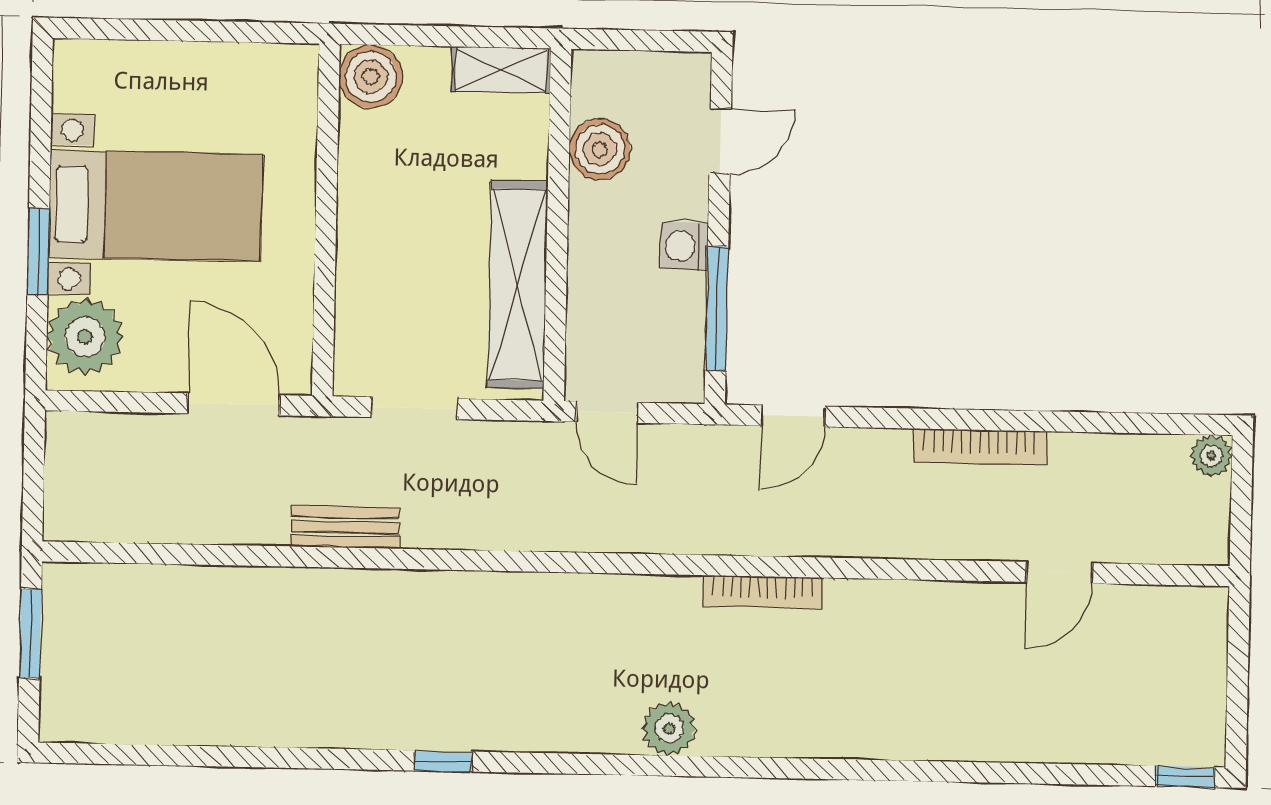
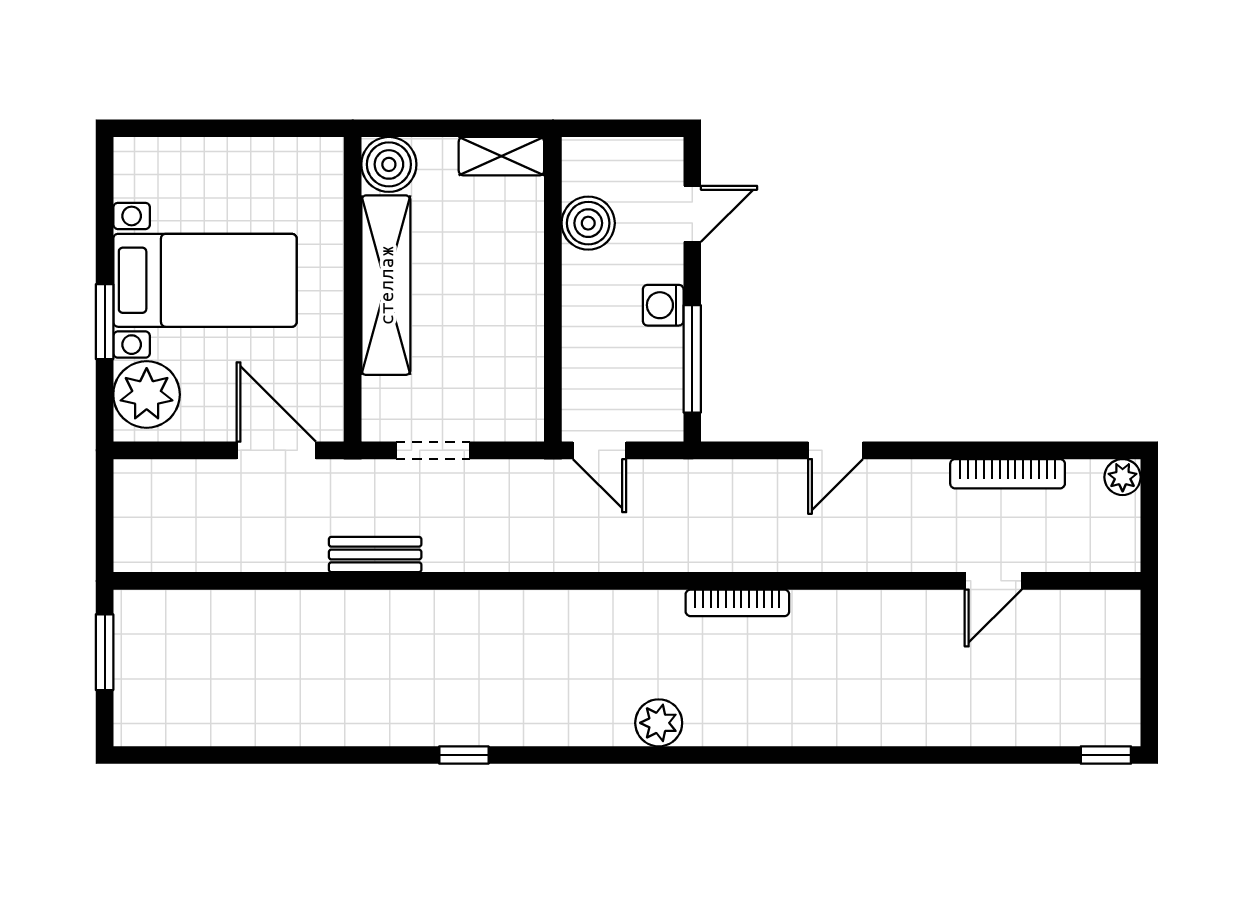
shelving: (518, 285) -> (386, 285), moved
door: (793, 416) -> (835, 450), moved
bookcase: (980, 447) -> (1008, 474), moved

